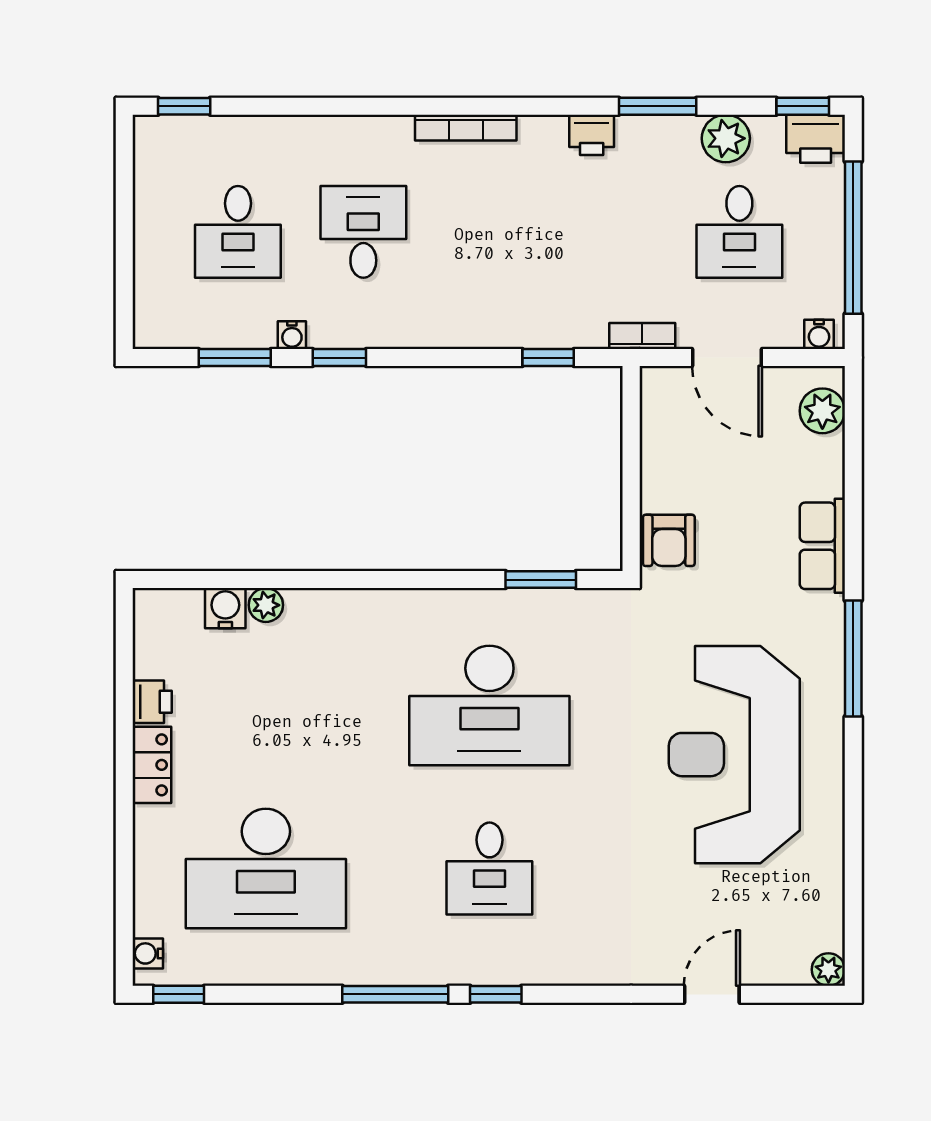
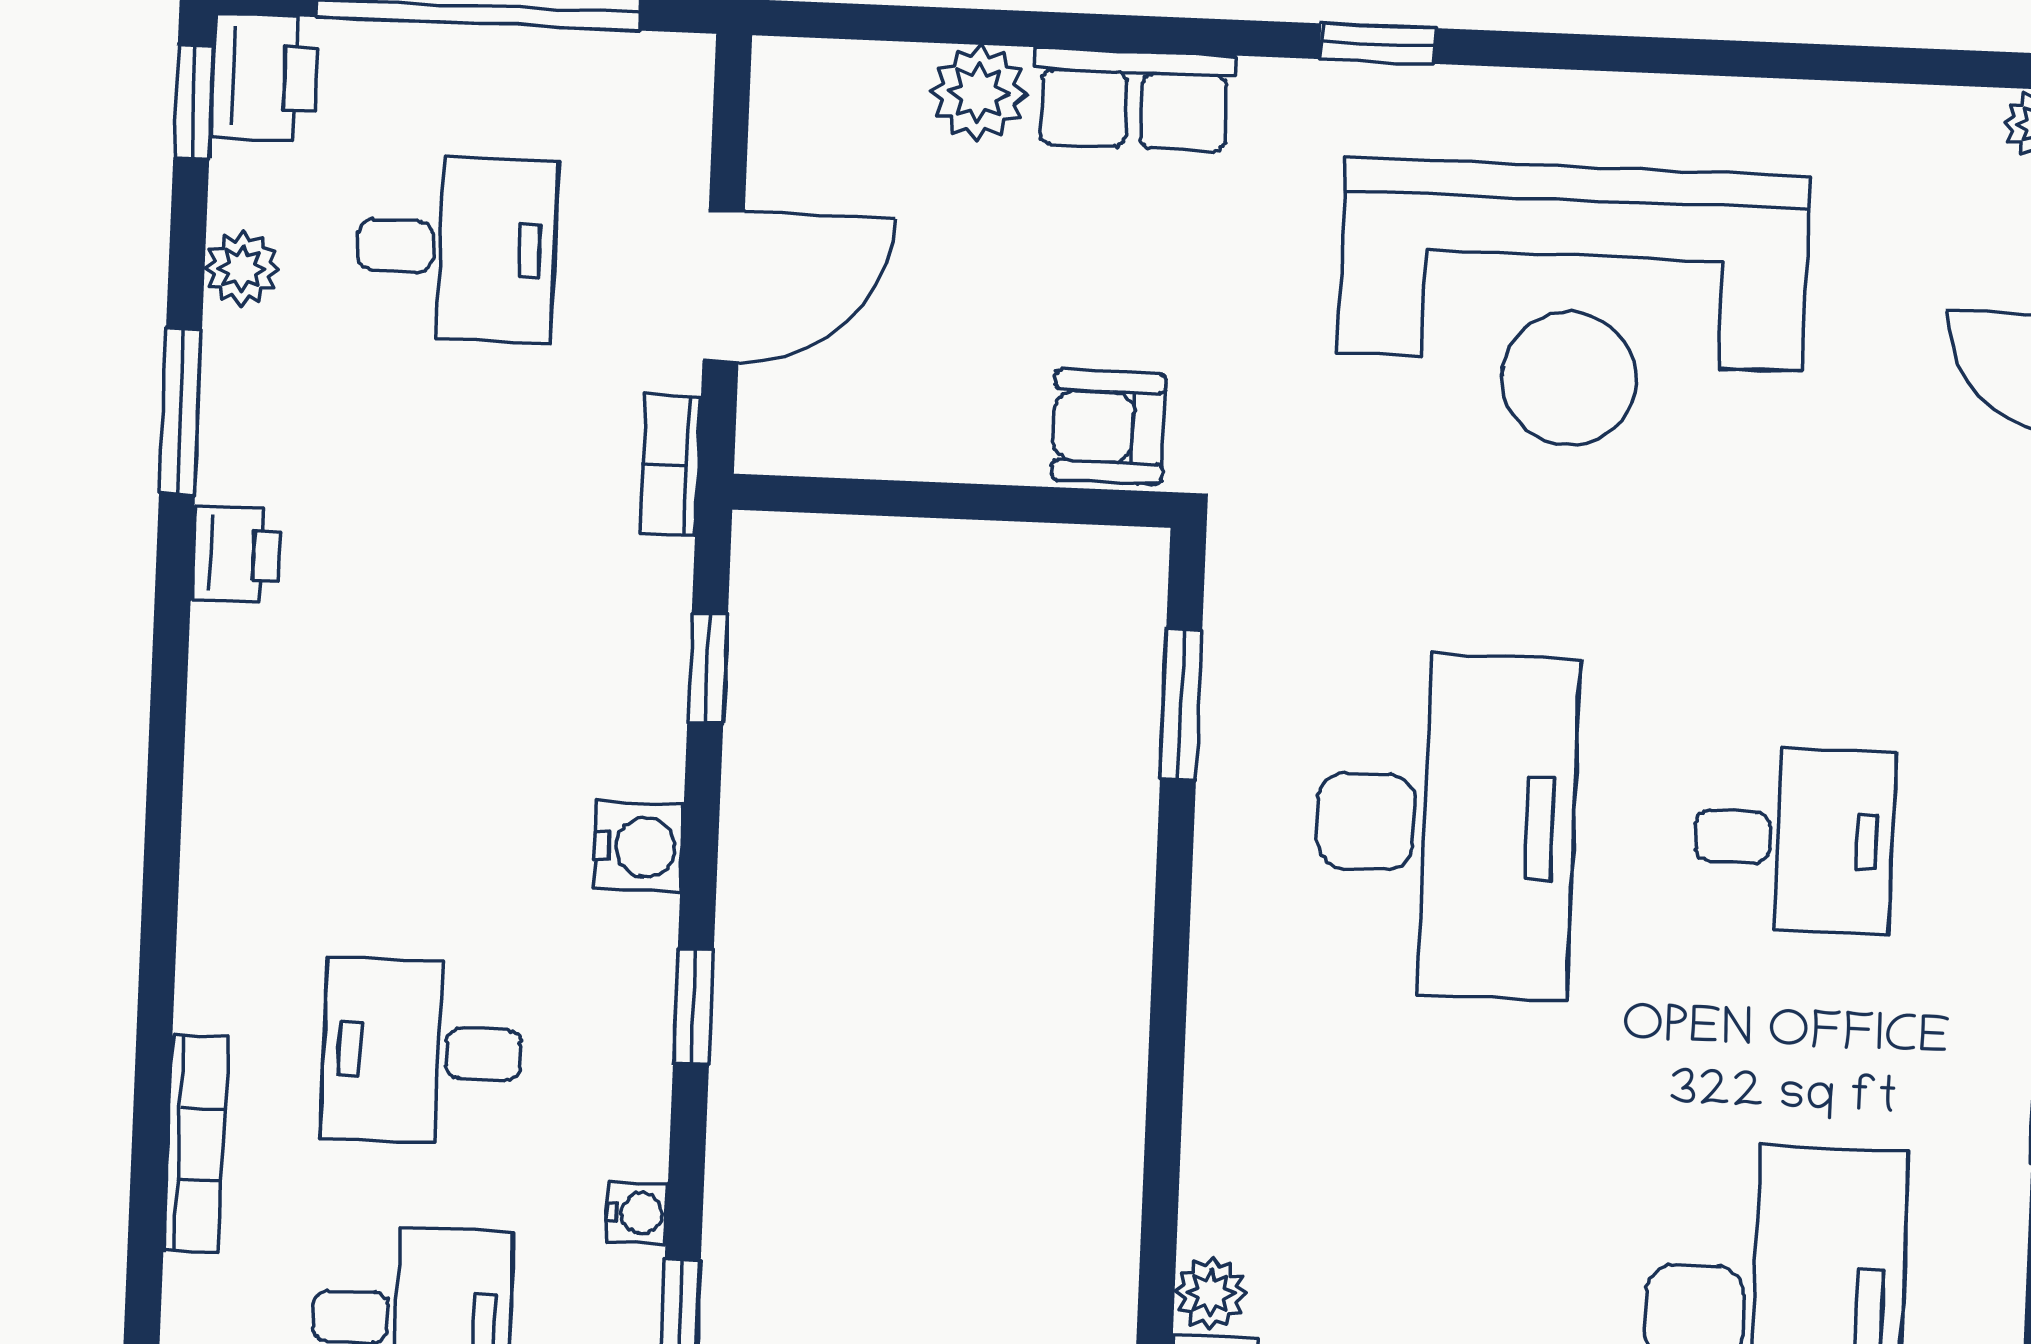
bookcase: (466, 128) -> (196, 1143), moved
plant: (726, 138) -> (242, 268), width x0.73, depth x0.73
water cooler: (819, 334) -> (639, 847), moved, width x1.38, depth x1.38
window: (339, 358) -> (693, 1007), moved
plant: (822, 411) -> (978, 93), moved
armchair: (669, 540) -> (1109, 427), turned 180
window: (853, 659) -> (1378, 44), width x0.46

